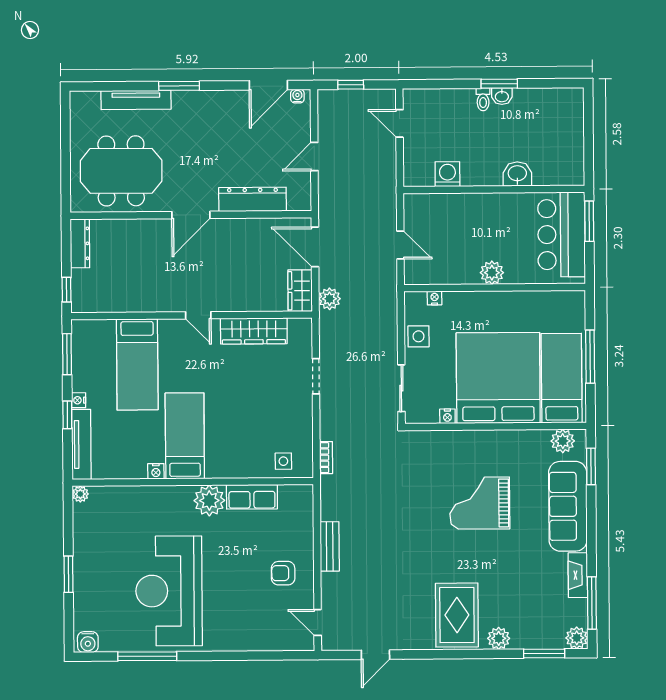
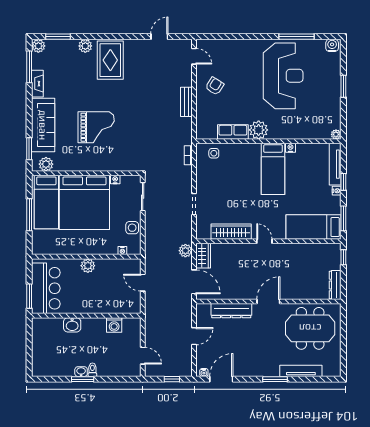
bed: (137, 364) -> (314, 227), moved, turned -90
armchair: (283, 573) -> (215, 86), turned -58

